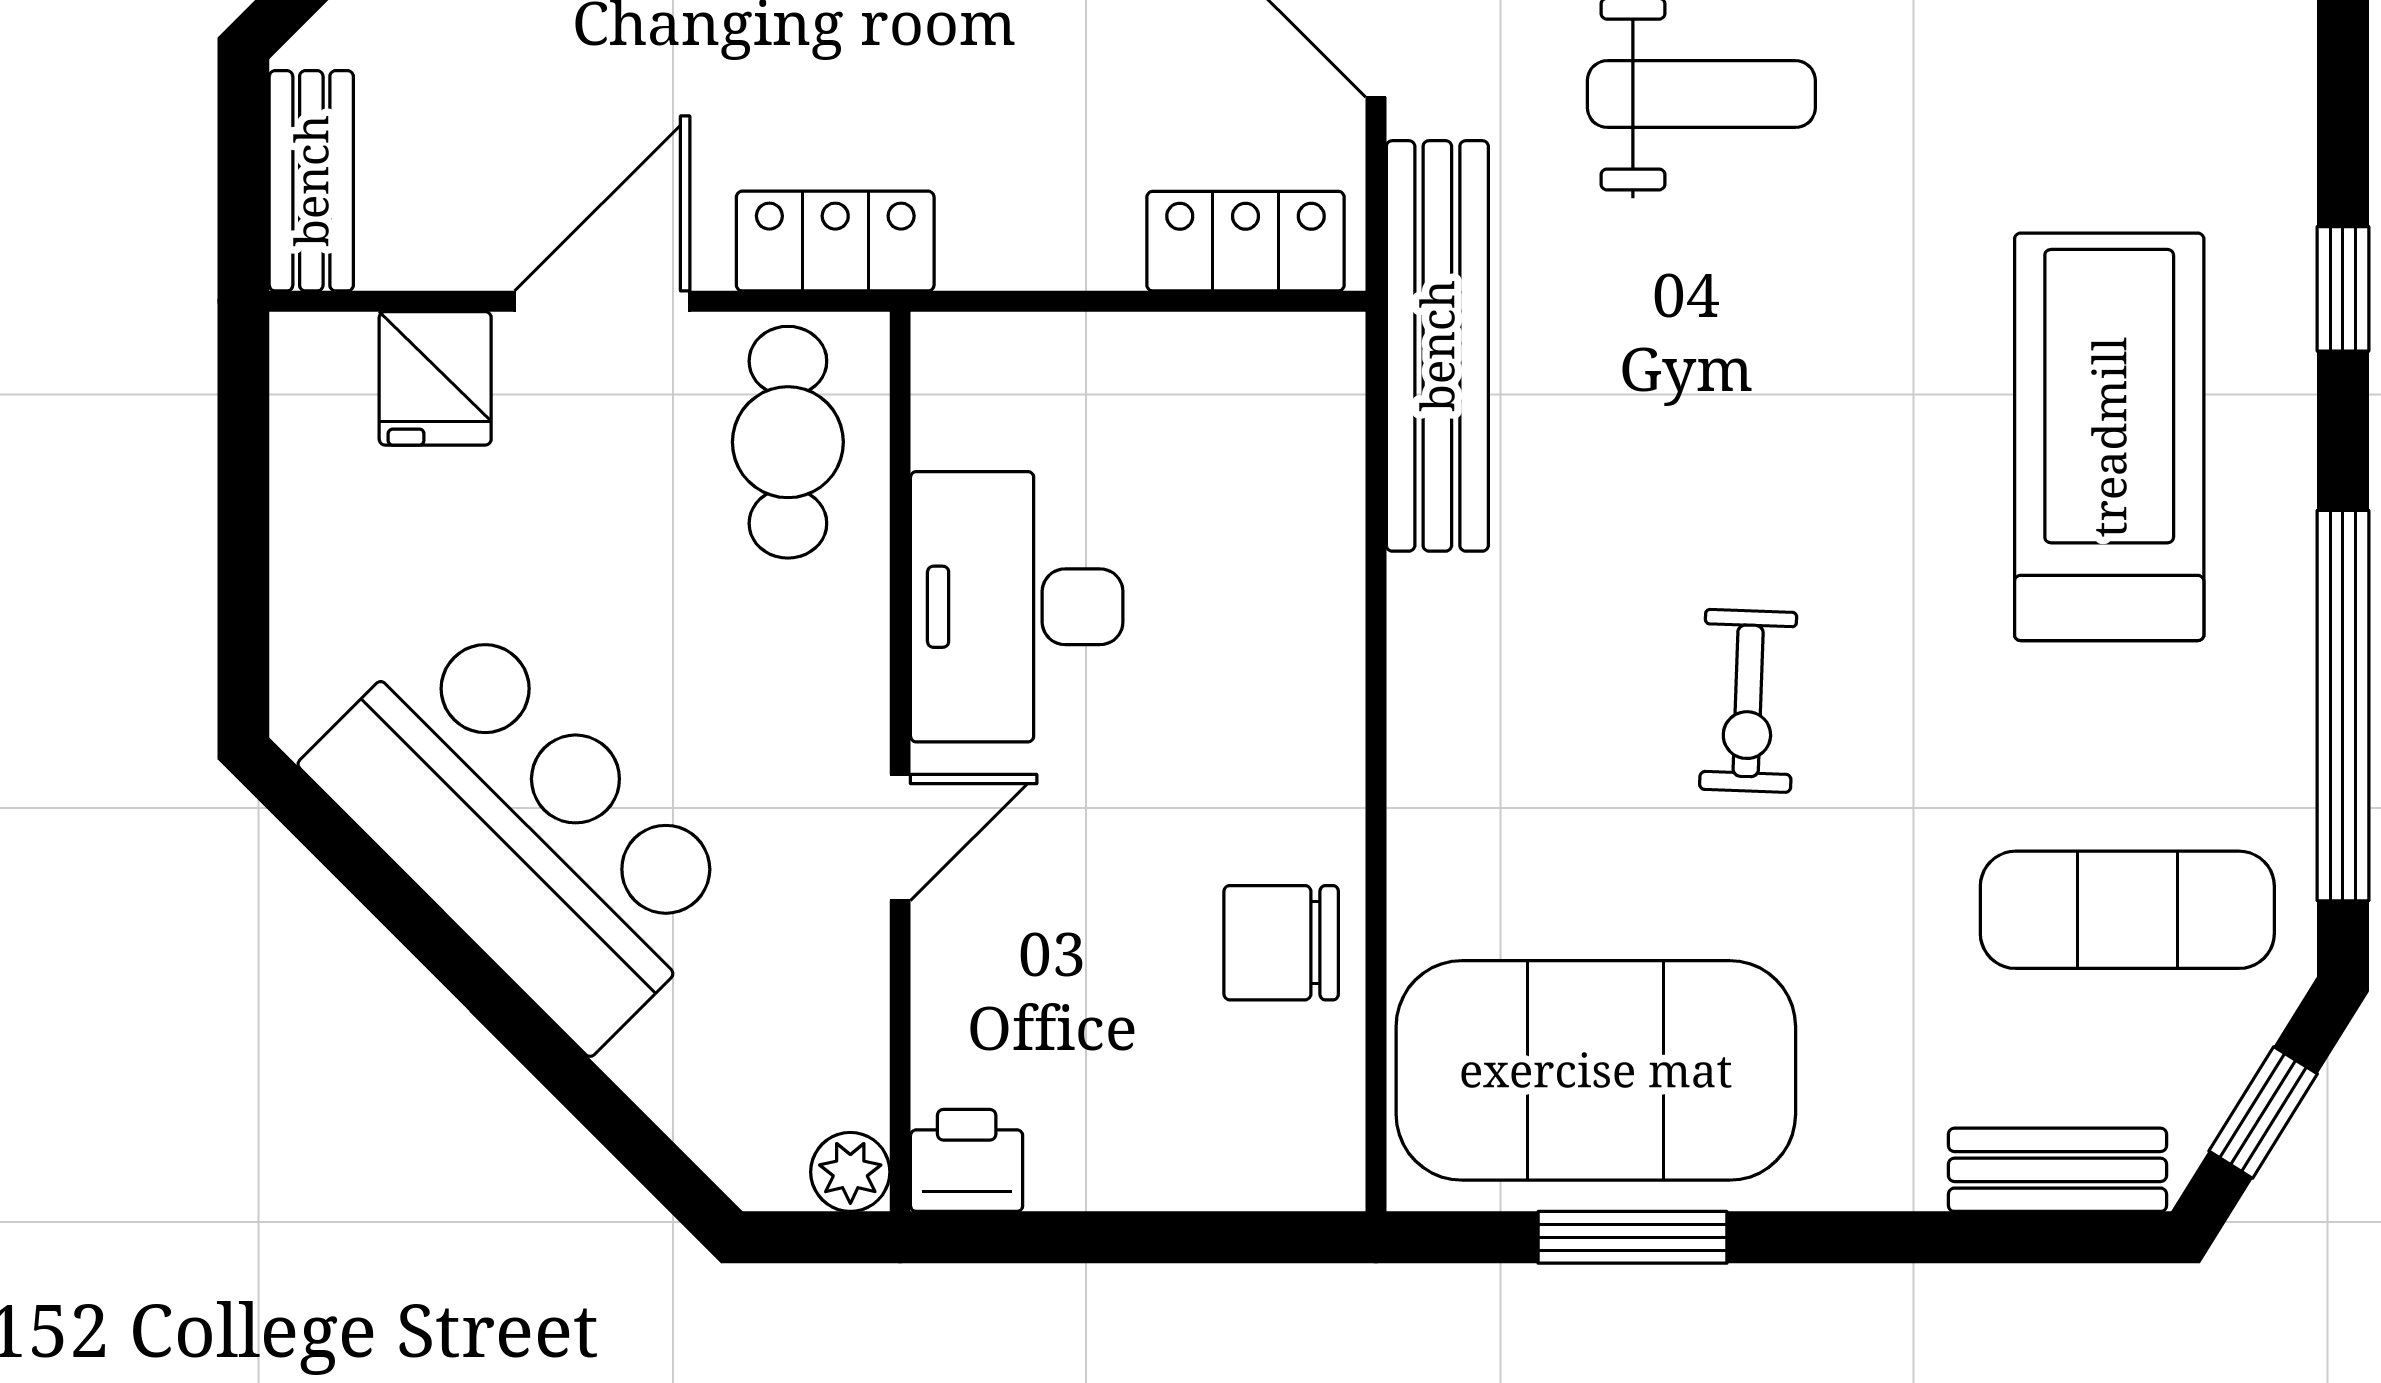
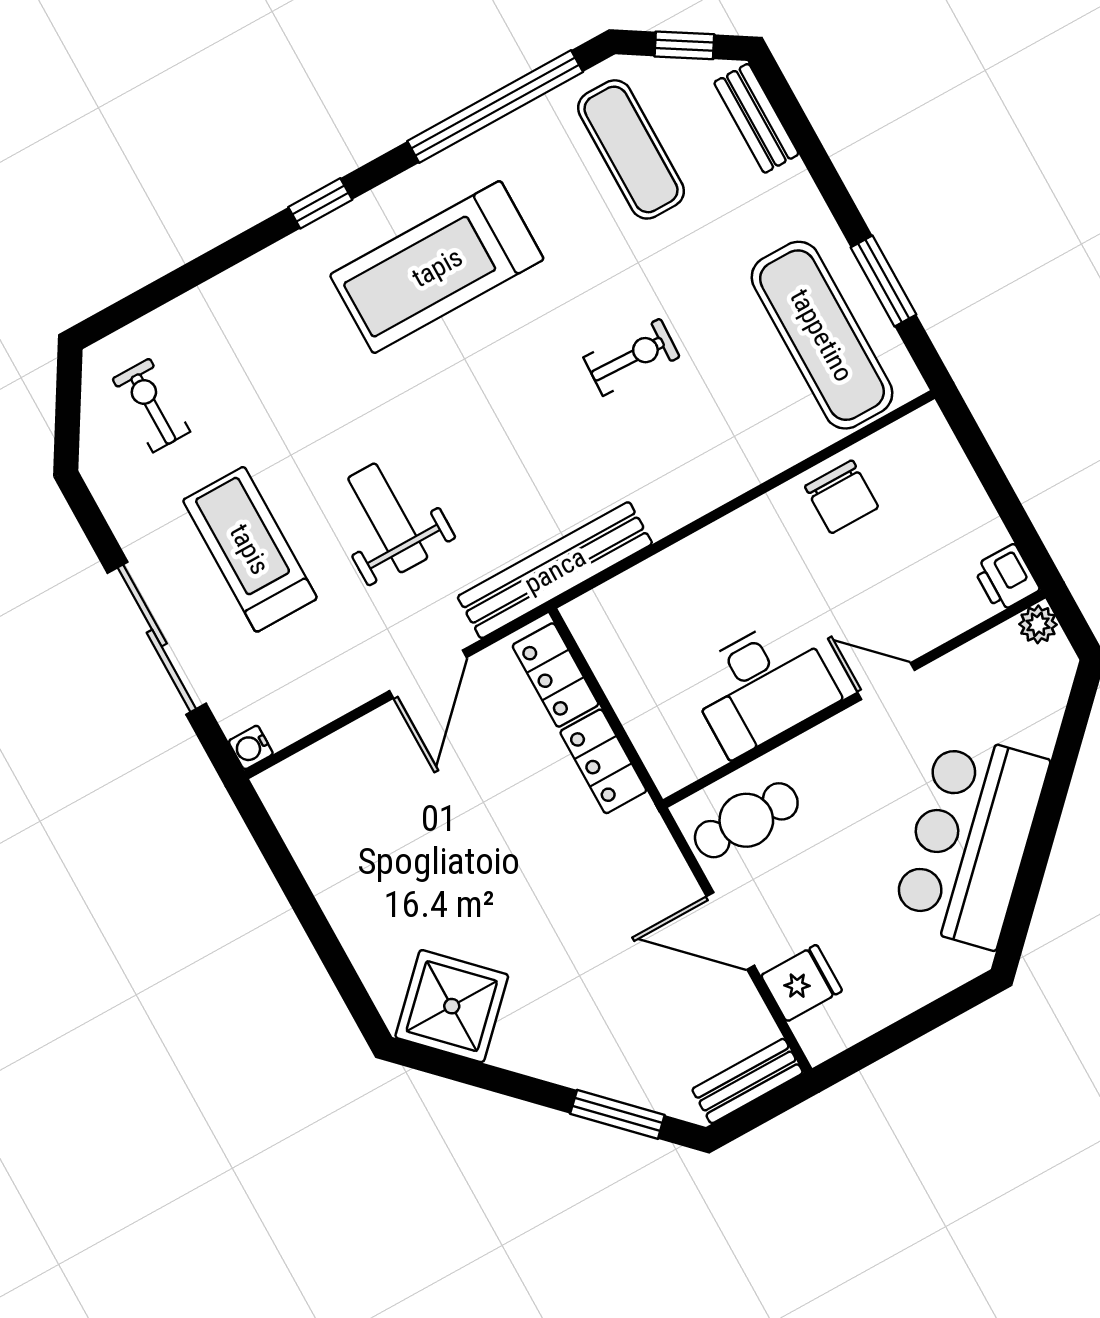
locker: (835, 241) -> (603, 761), moved
exercise mat: (1596, 1070) -> (822, 335), width x0.68

